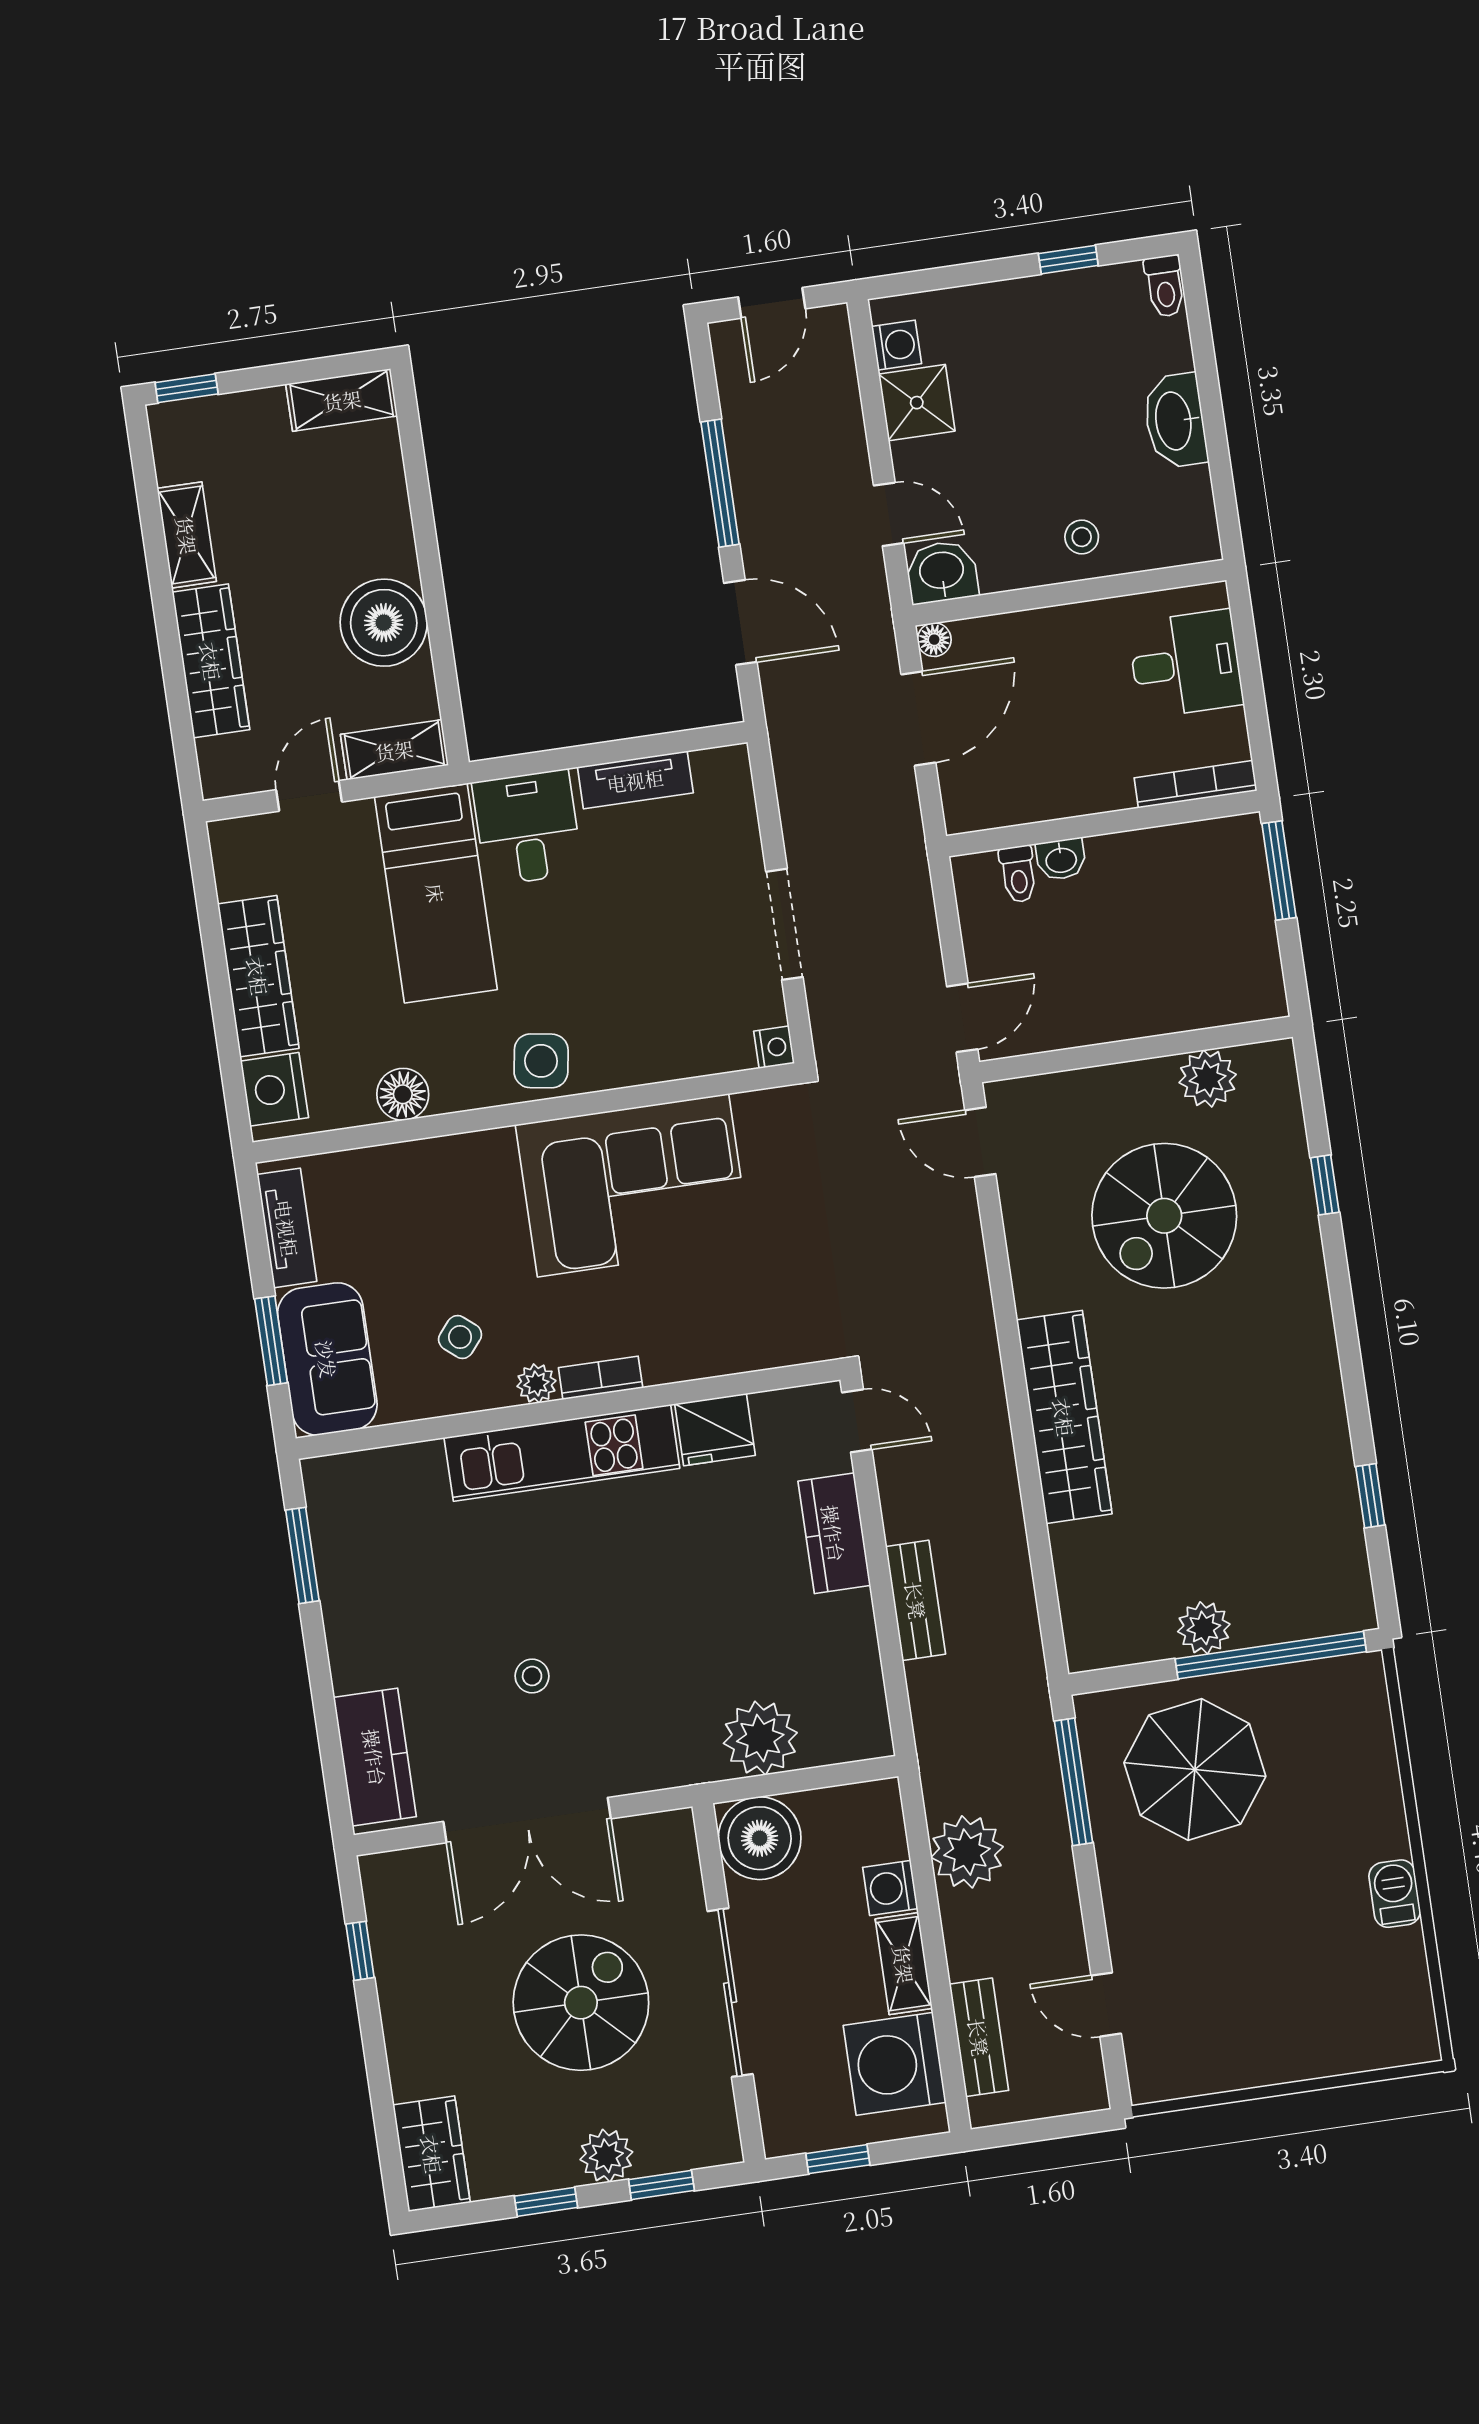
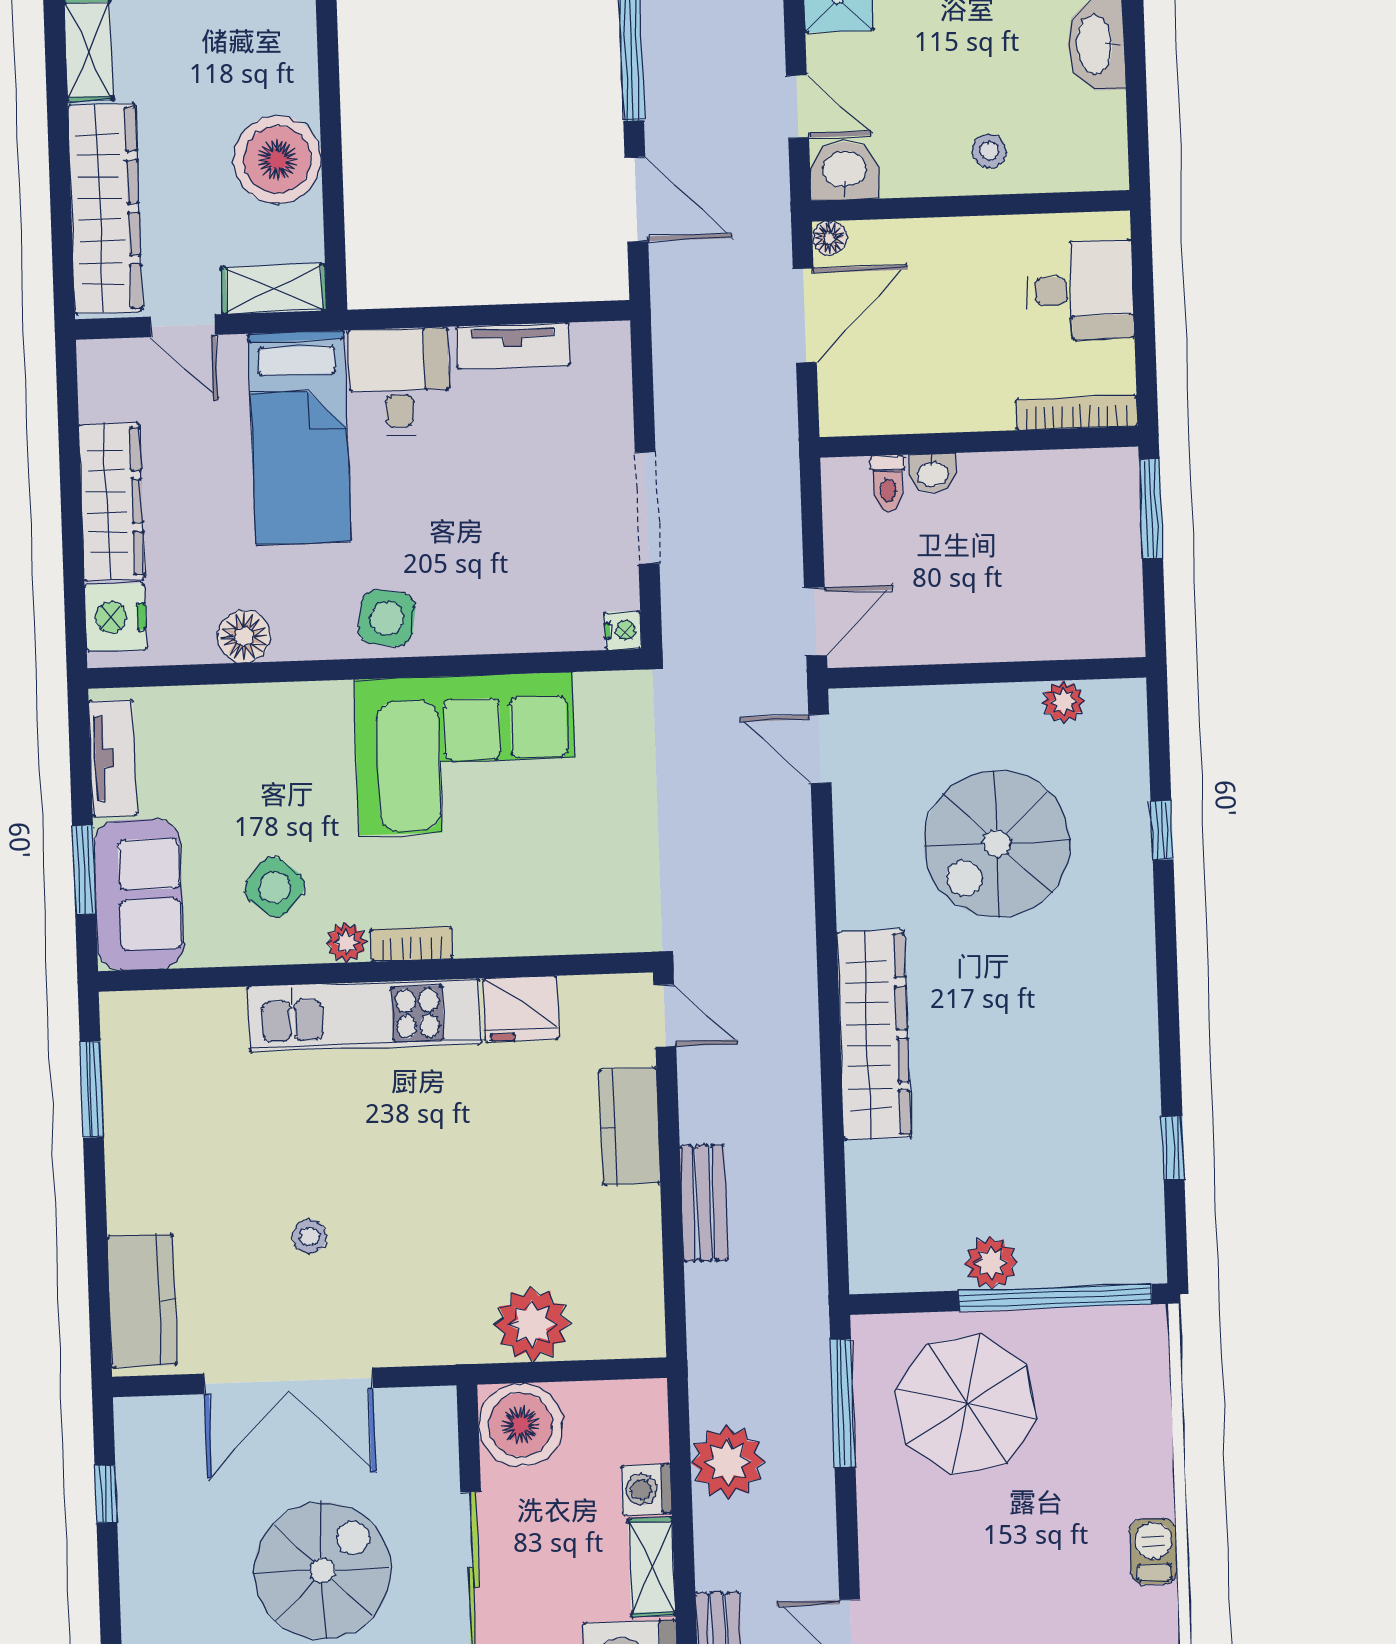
wardrobe: (211, 661) -> (105, 209), width x1.40, depth x1.17
door: (309, 796) -> (183, 326), swing flipped
plant: (1208, 1079) -> (1063, 702), width x0.73, depth x0.73
side table: (460, 1337) -> (275, 887), width x1.37, depth x1.37

